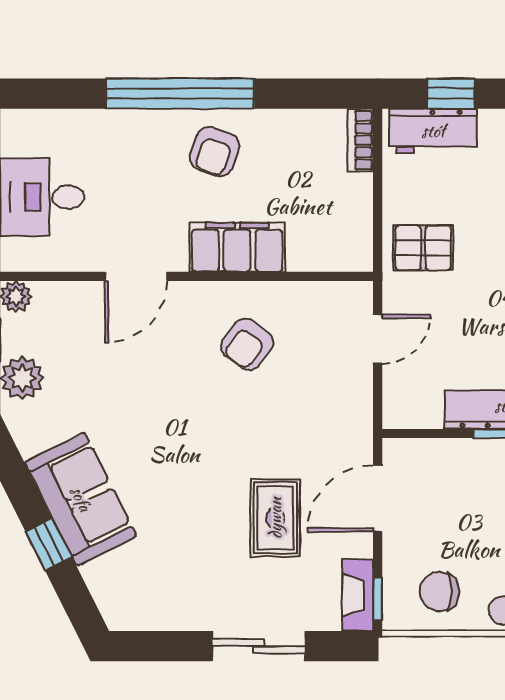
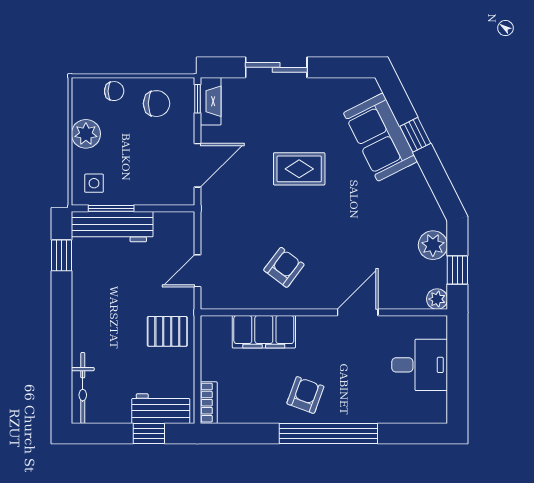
filing cabinet: (237, 247) -> (264, 332), moved
sofa: (81, 499) -> (380, 137), moved
rug: (275, 518) -> (299, 169), moved, turned 90

